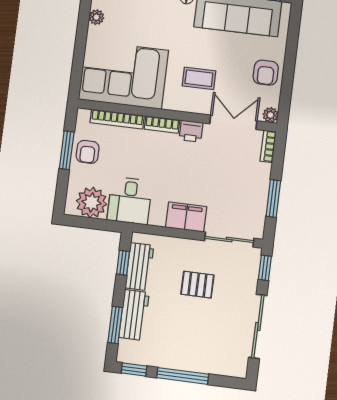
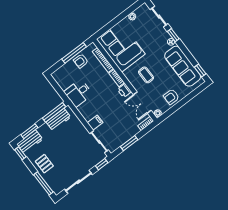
double door: (233, 122) -> (142, 103), swing flipped
window: (67, 150) -> (74, 53), width x1.44
plant: (92, 202) -> (64, 80), removed
filing cabinet: (186, 217) -> (95, 123), width x0.50
window: (123, 263) -> (54, 112), width x2.17
pallet: (197, 285) -> (44, 164), moved
workbench: (134, 315) -> (30, 142), moved
window: (183, 376) -> (43, 183), moved

